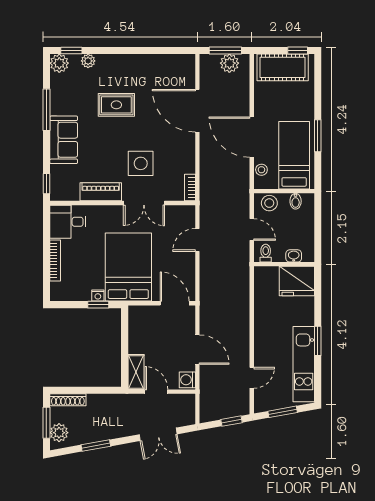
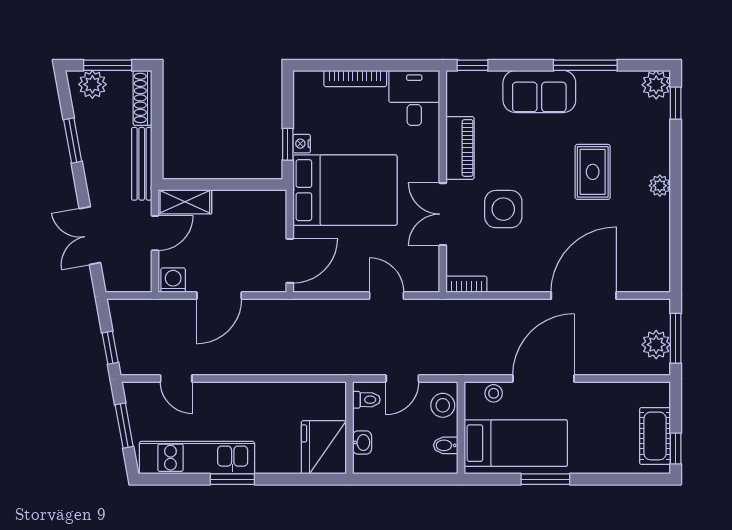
plant: (88, 61) -> (660, 186), moved
cot: (283, 67) -> (655, 436), width x0.73, depth x0.75
bench: (111, 400) -> (142, 164), added

